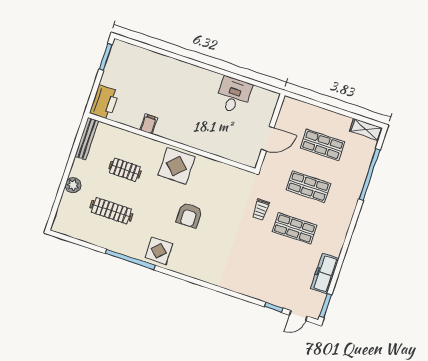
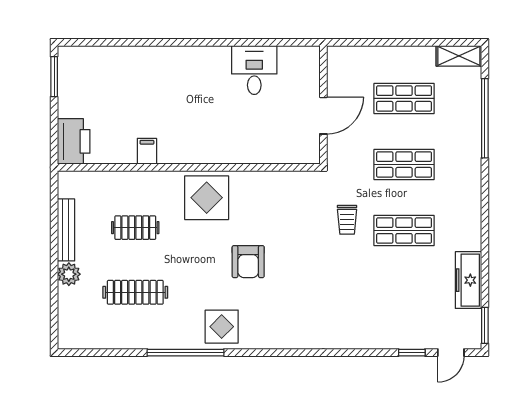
bench: (87, 139) -> (66, 230), moved

